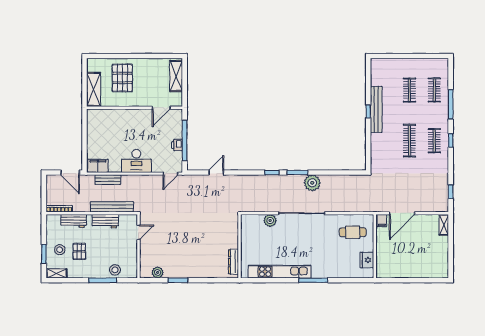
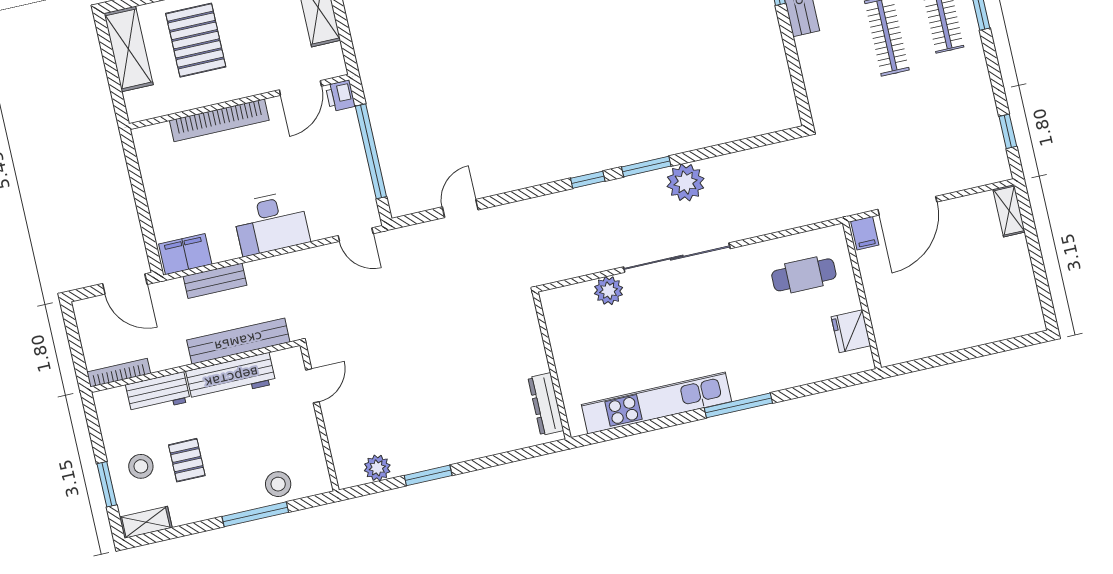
shelving: (94, 89) -> (129, 49), moved
bookcase: (125, 113) -> (219, 120), added
printer: (177, 145) -> (340, 96), moved
door: (170, 174) -> (356, 235), hinge flipped
workbench: (105, 221) -> (231, 377), width x1.38

